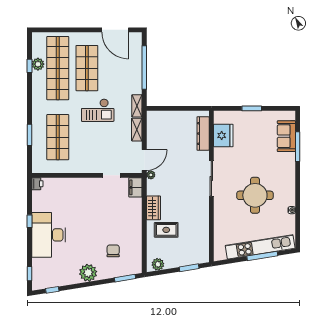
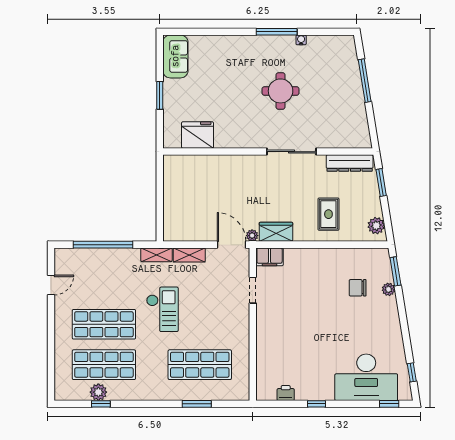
door: (115, 30) -> (51, 285), width x0.53
shop shelf: (58, 68) -> (104, 365), width x0.71
dresser: (203, 134) -> (350, 163), moved
sofa: (286, 136) -> (175, 56), moved, turned -90
window: (298, 147) -> (277, 32), moved
sliding door: (211, 179) -> (292, 152), moved
printer: (37, 184) -> (286, 393), moved
round table: (255, 195) -> (281, 91), width x0.73, depth x0.73
wardrobe: (153, 208) -> (276, 232), moved
desk: (49, 235) -> (366, 377), moved
kitchen unit: (260, 247) -> (352, 84), removed
plant: (88, 273) -> (389, 289), moved, width x0.53, depth x0.53

